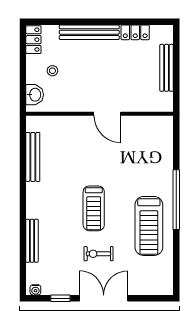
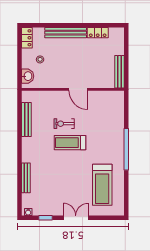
bench: (167, 68) -> (119, 72), moved
treadmill: (94, 208) -> (70, 143), moved, turned 90
treadmill: (149, 226) -> (102, 185), moved
exercise bike: (99, 254) -> (64, 124), moved
double door: (104, 298) -> (76, 218), width x0.73

